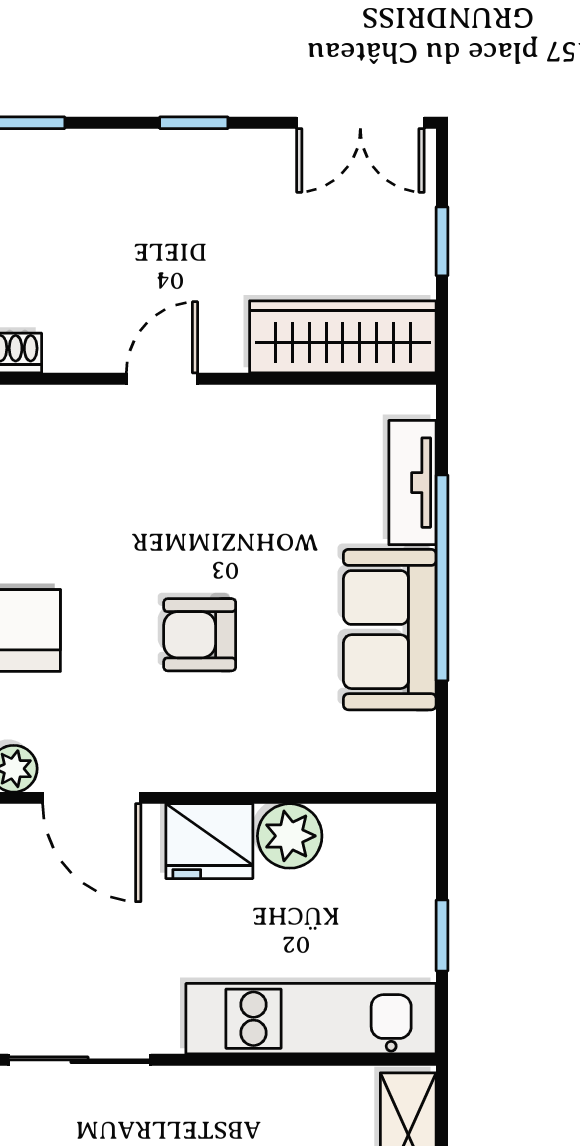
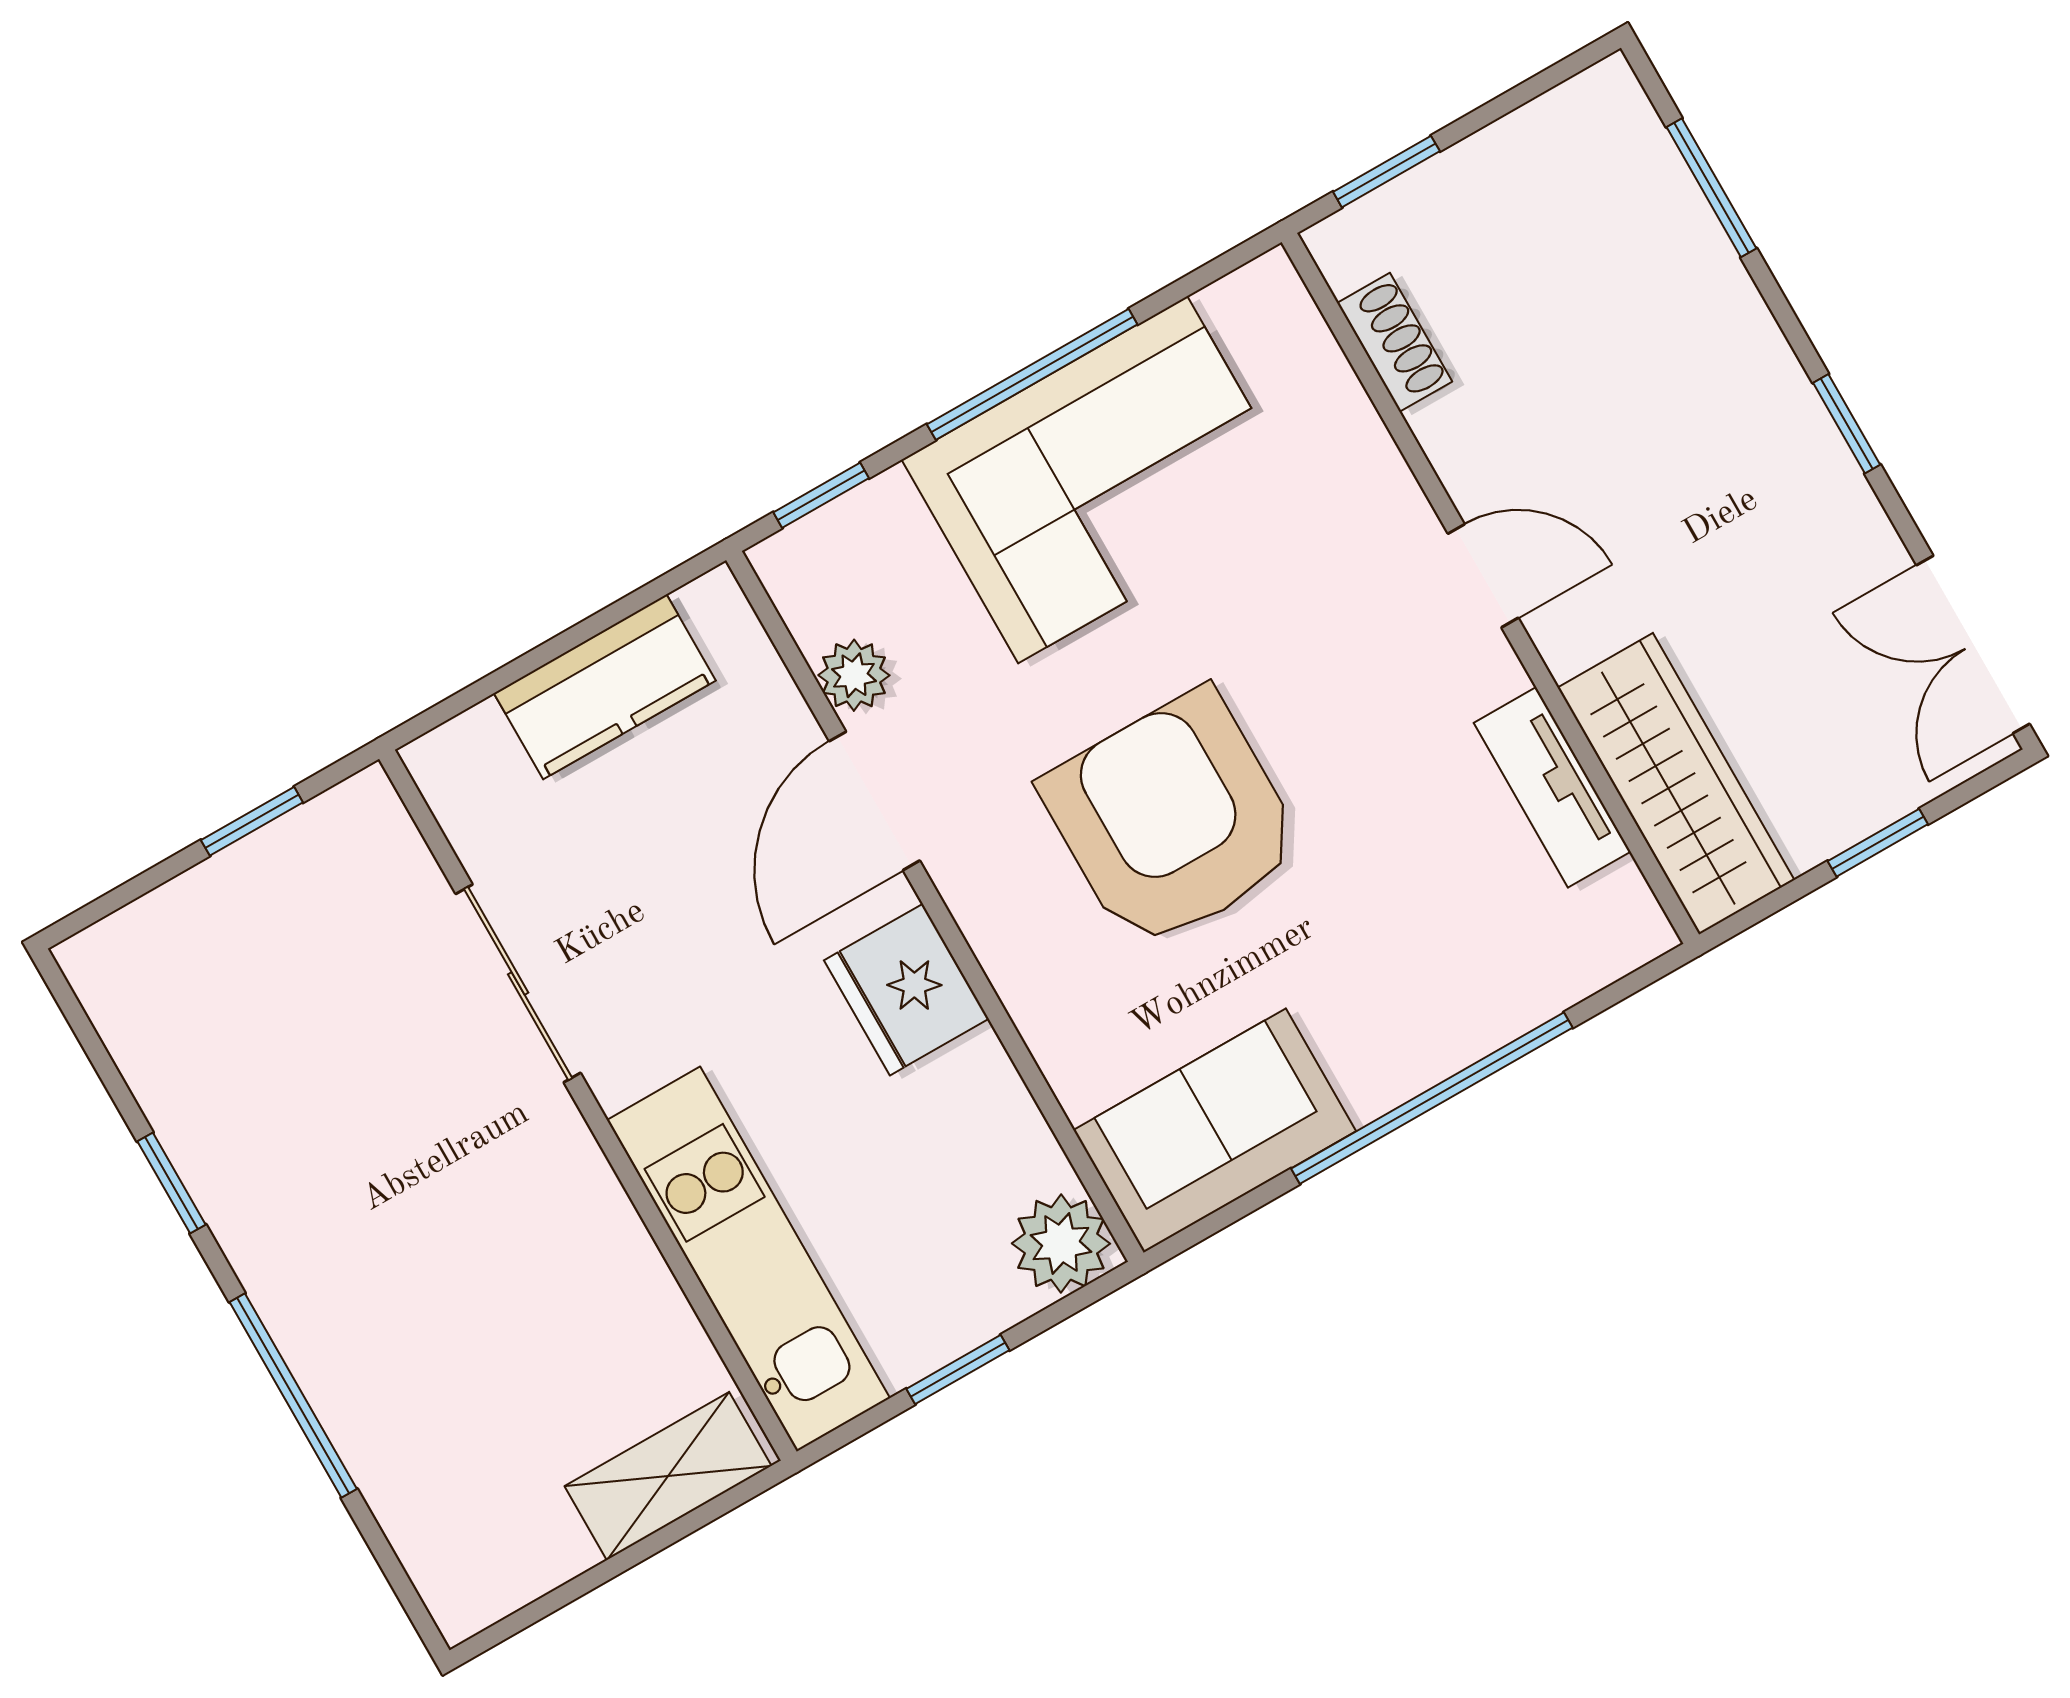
tv unit: (413, 483) -> (1552, 787), moved, turned -90
sofa: (390, 630) -> (1215, 1131), moved
armchair: (200, 635) -> (1173, 820), width x1.88, depth x1.88
plant: (290, 836) -> (1061, 1244), moved

